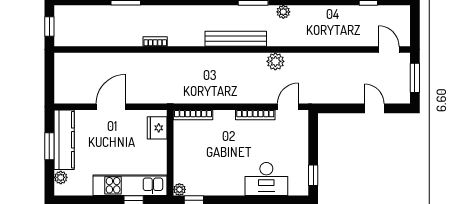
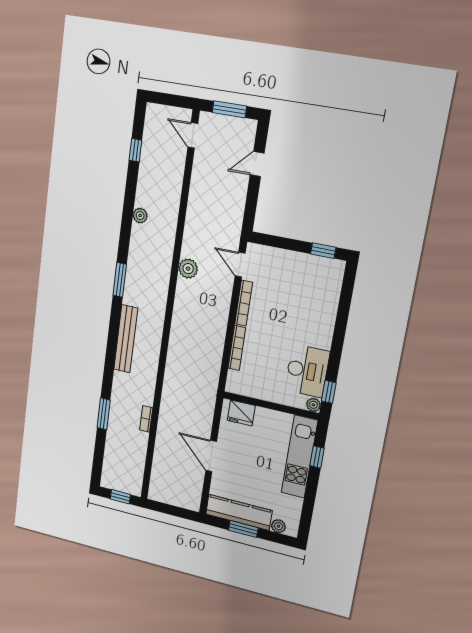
plant: (283, 12) -> (140, 216), moved
bench: (236, 39) -> (126, 339), moved
bookcase: (155, 42) -> (146, 419), moved
door: (389, 50) -> (193, 135), hinge flipped
bookcase: (193, 115) -> (237, 348), moved
desk: (266, 179) -> (307, 371), moved

